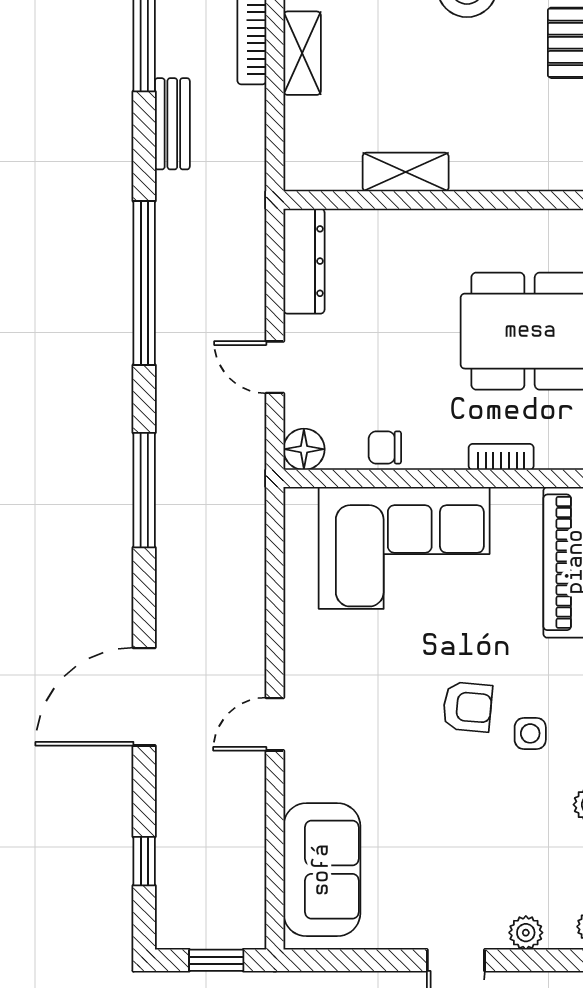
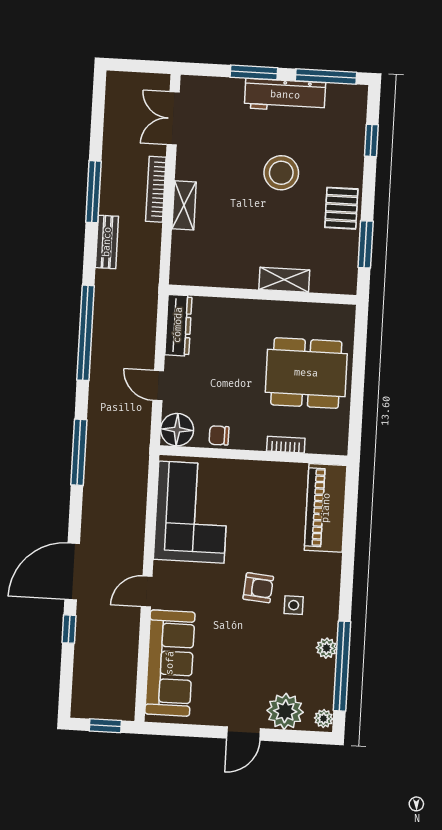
shelving: (406, 172) -> (284, 280), moved
floor lamp: (304, 449) -> (177, 430), width x1.38, depth x1.38
corner sofa: (404, 548) -> (191, 512), moved, turned -90
window: (144, 861) -> (69, 629), moved
sofa: (322, 870) -> (170, 663), width x1.36
plant: (526, 933) -> (285, 711), width x1.87, depth x1.87

